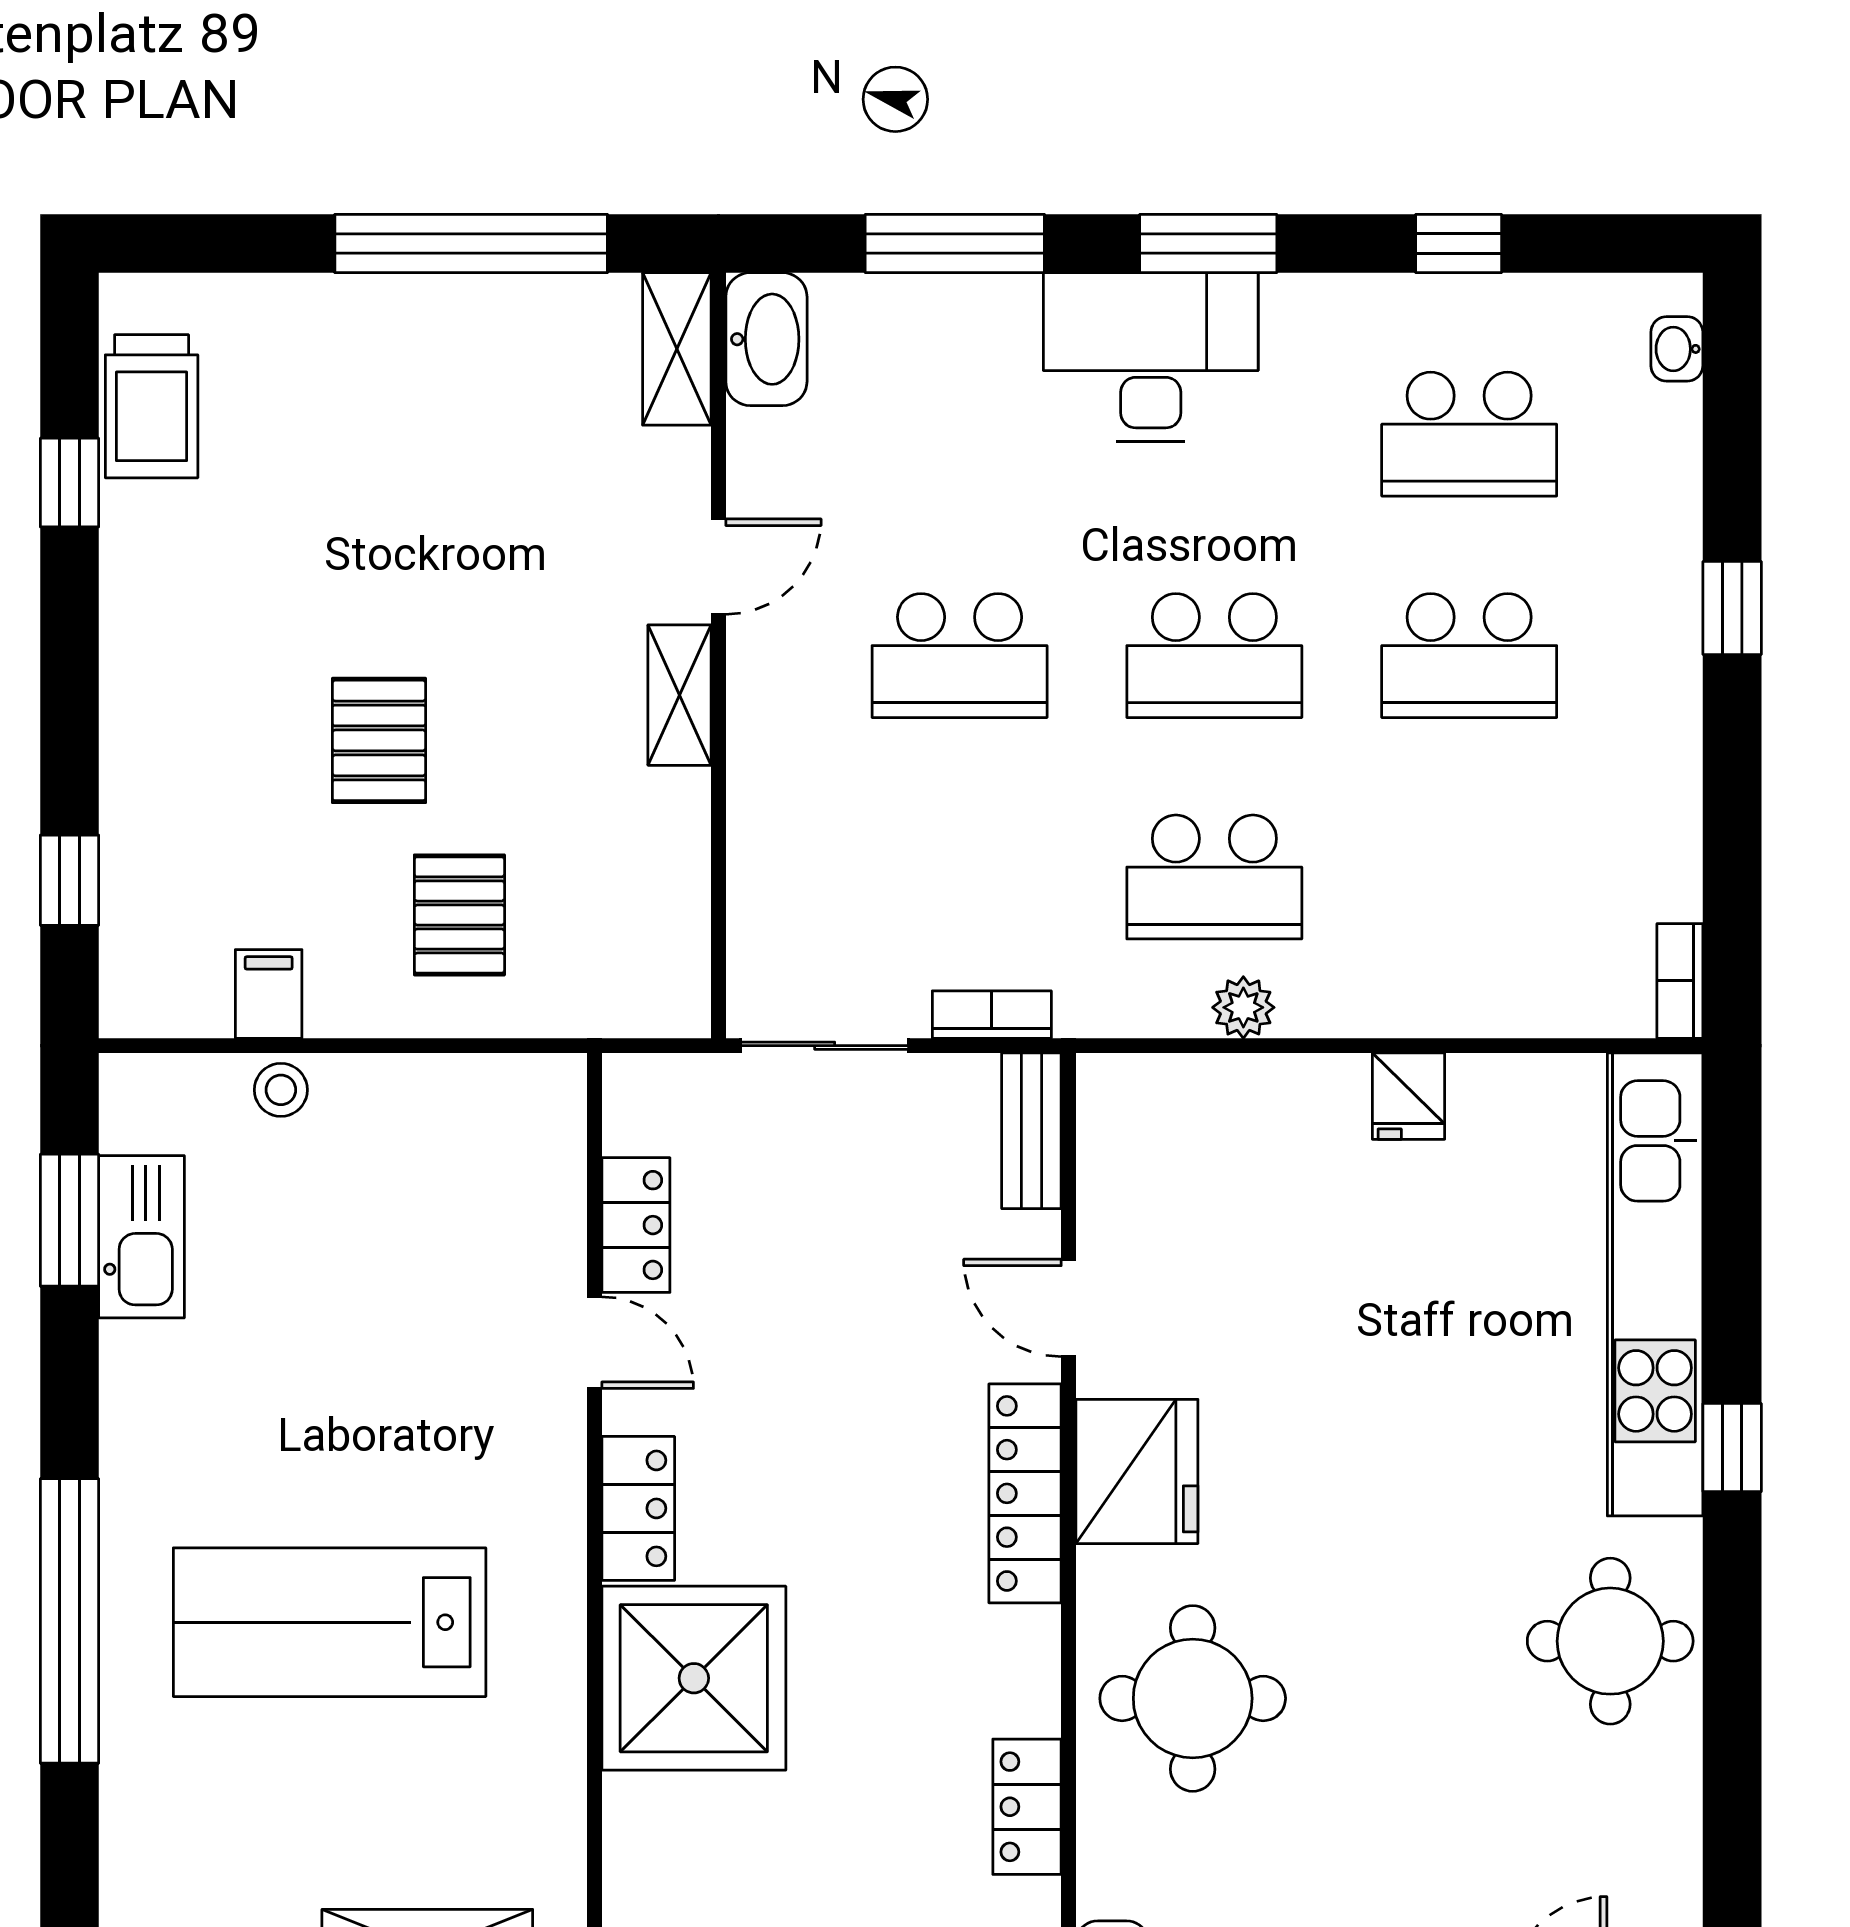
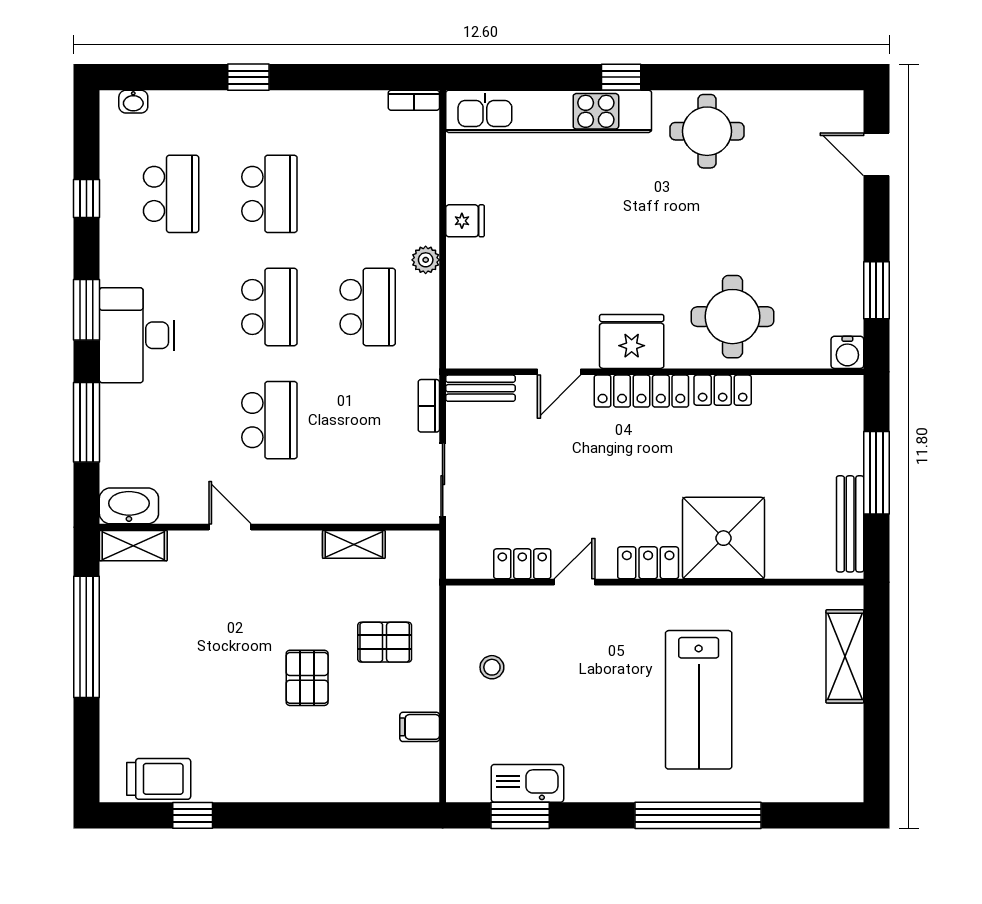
shelving: (680, 695) -> (354, 544), moved
pallet: (379, 740) -> (307, 678), turned 90
window: (69, 880) -> (369, 815), removed
plant: (1243, 1007) -> (426, 260), moved
stool: (281, 1090) -> (492, 667), moved
locker: (1027, 1807) -> (723, 390), moved

